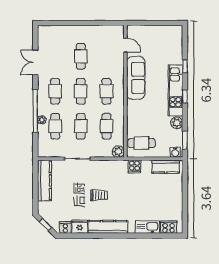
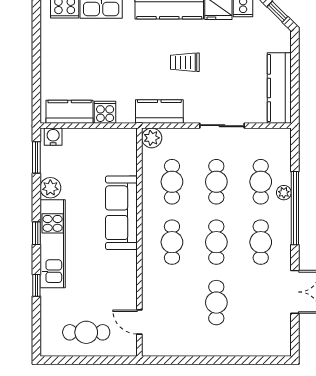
sofa: (136, 78) -> (121, 213), moved
cafe table: (142, 143) -> (86, 332), moved
cooker: (134, 166) -> (105, 112), moved
kitchen counter: (114, 167) -> (159, 112), added

